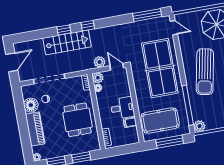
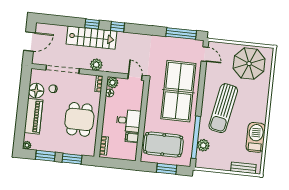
plant: (100, 62) -> (96, 65), moved
plant: (199, 126) -> (203, 145), moved
window: (170, 142) -> (167, 169), width x0.69

